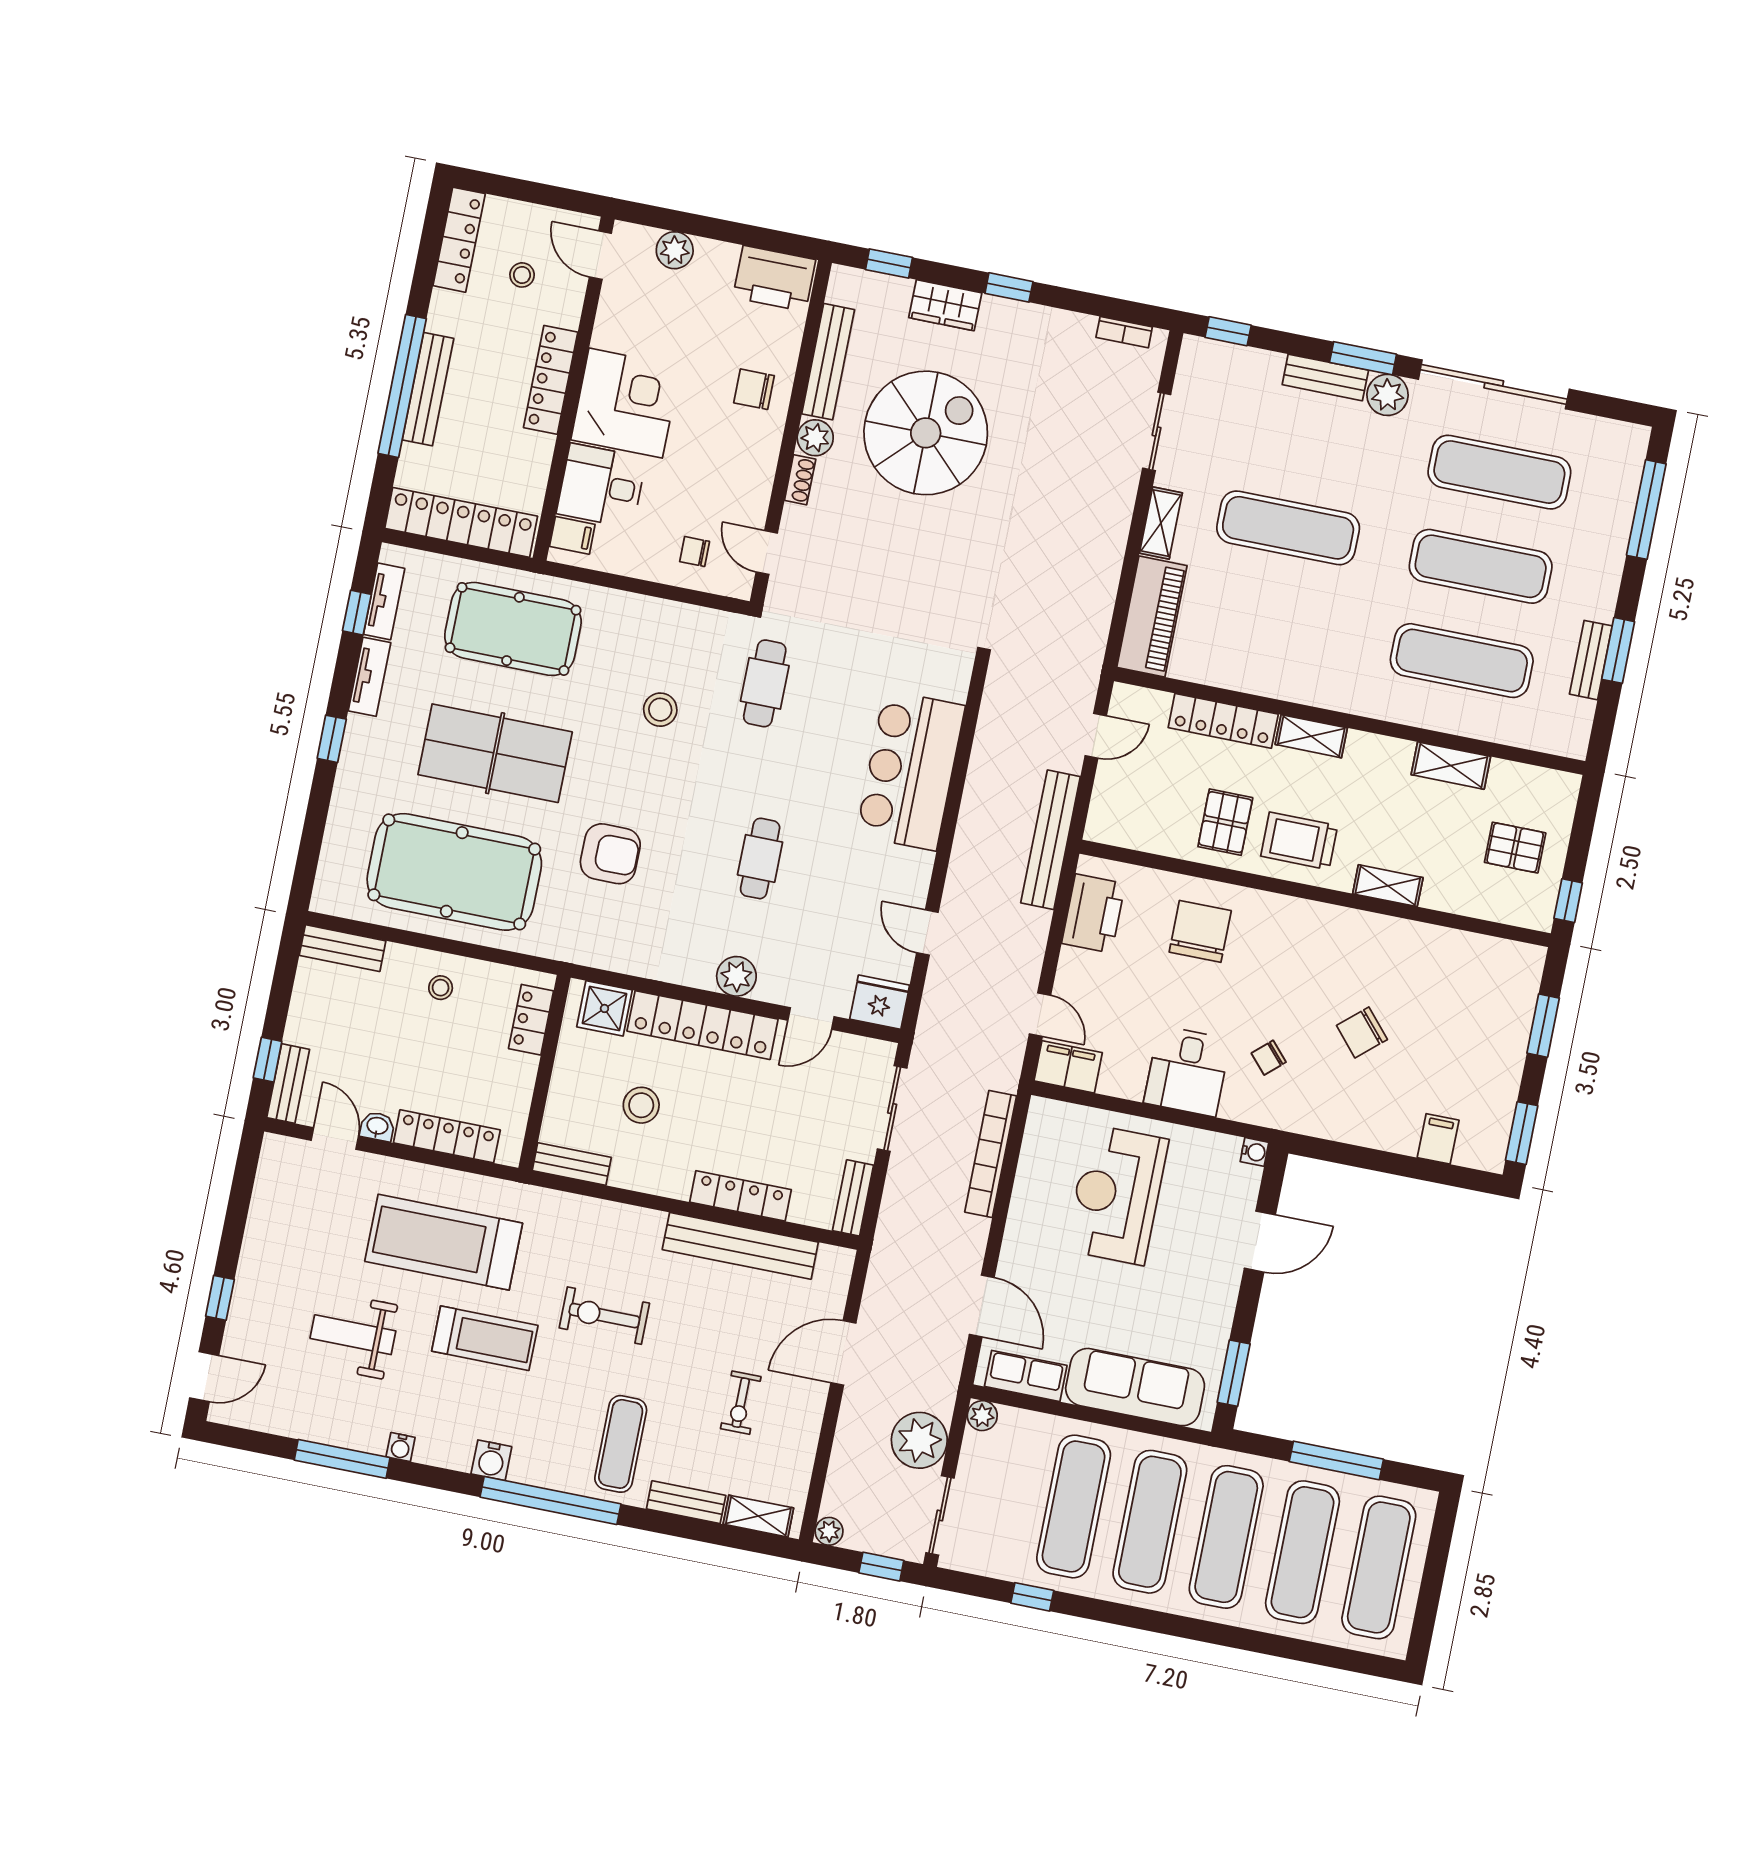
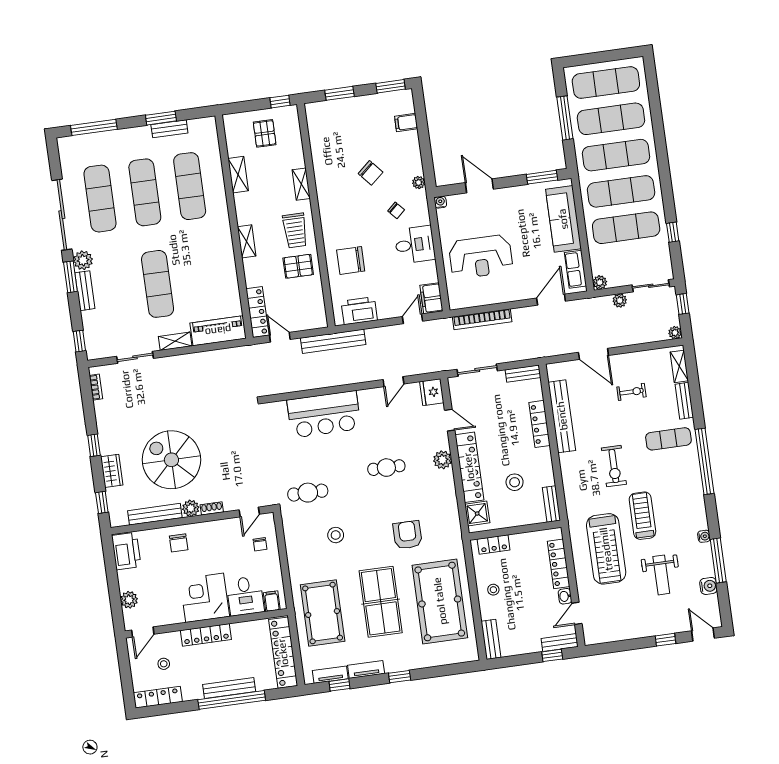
locker: (1223, 721) -> (257, 312), moved
plant: (1309, 1122) -> (419, 182), added
plant: (919, 1440) -> (620, 301), width x0.53, depth x0.53
water cooler: (491, 1460) -> (708, 586), moved

